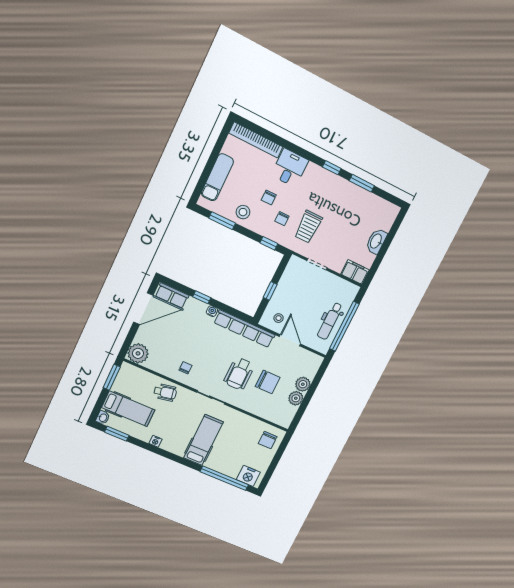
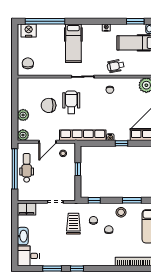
desk: (290, 168) -> (28, 256), moved, turned 90
door: (290, 340) -> (48, 142), hinge flipped
plant: (296, 398) -> (23, 135), moved

